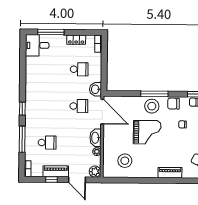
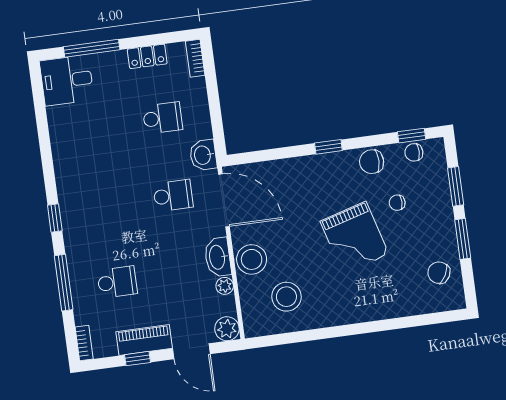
window: (154, 94) -> (328, 147), width x0.46
stool: (152, 106) -> (252, 259), moved
grand piano: (147, 132) -> (354, 238), moved, turned 74
piano: (170, 173) -> (385, 308), removed

